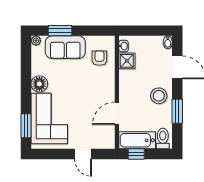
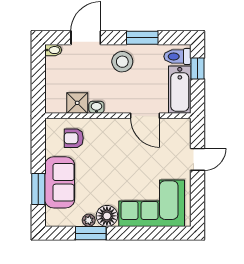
plant: (36, 41) -> (89, 220), moved
washbasin: (123, 46) -> (96, 107), moved
window: (26, 126) -> (91, 233), moved
window: (136, 154) -> (197, 69), moved

